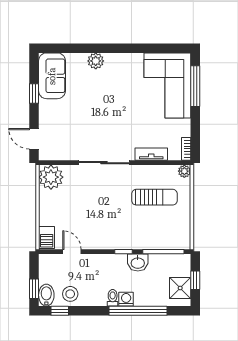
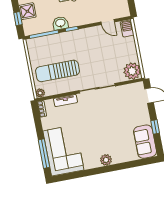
plant: (96, 61) -> (106, 160), moved
sun lounger: (154, 197) -> (58, 71), width x1.36, depth x1.34

